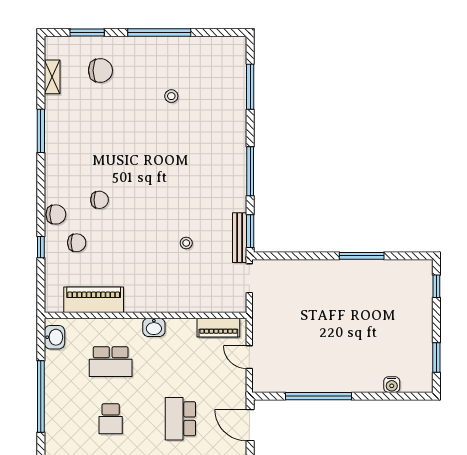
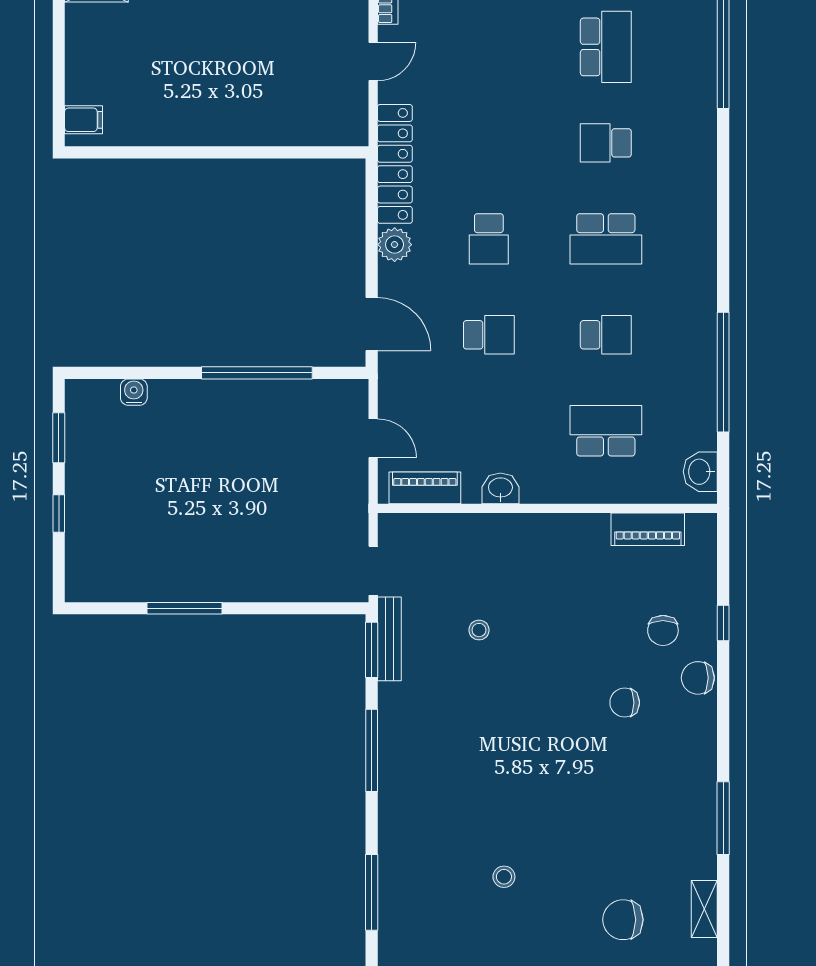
chair: (77, 243) -> (663, 630), turned -90
window: (436, 286) -> (59, 514), moved
piano: (94, 300) -> (648, 529), width x0.73, depth x0.75
washbasin: (154, 327) -> (500, 488), moved
school desk: (111, 419) -> (606, 335), turned 90
school desk: (180, 419) -> (489, 335), width x0.54

